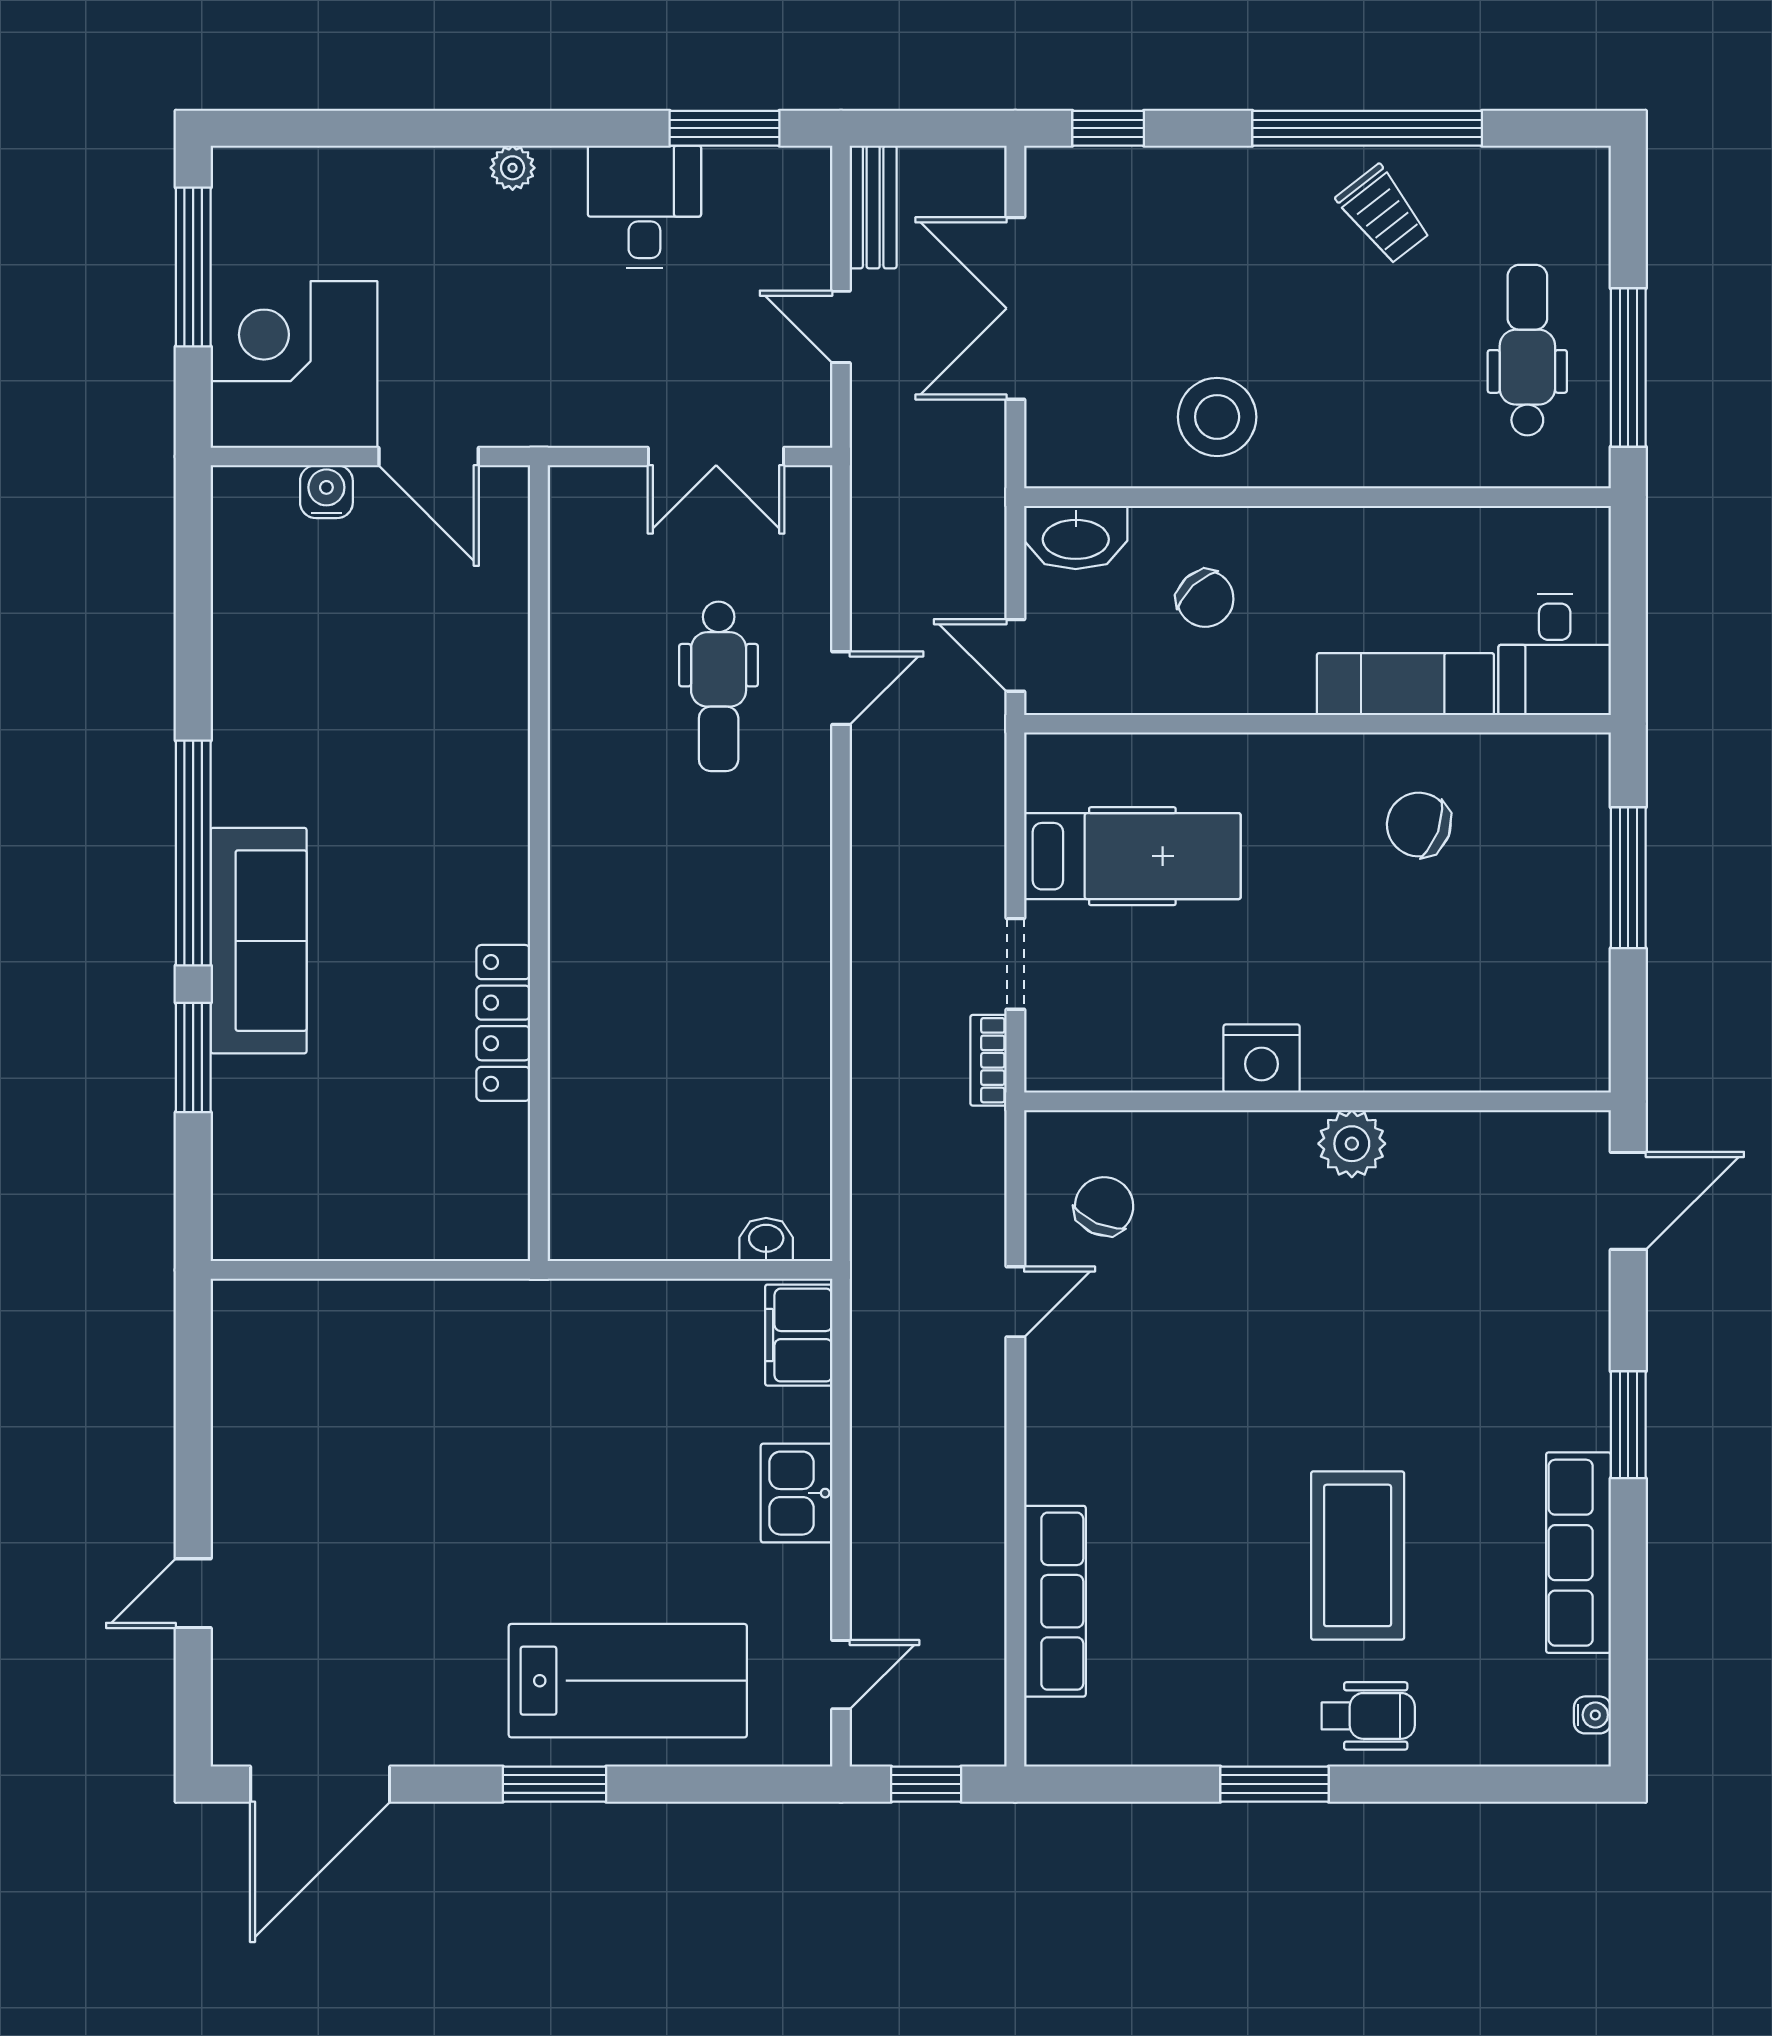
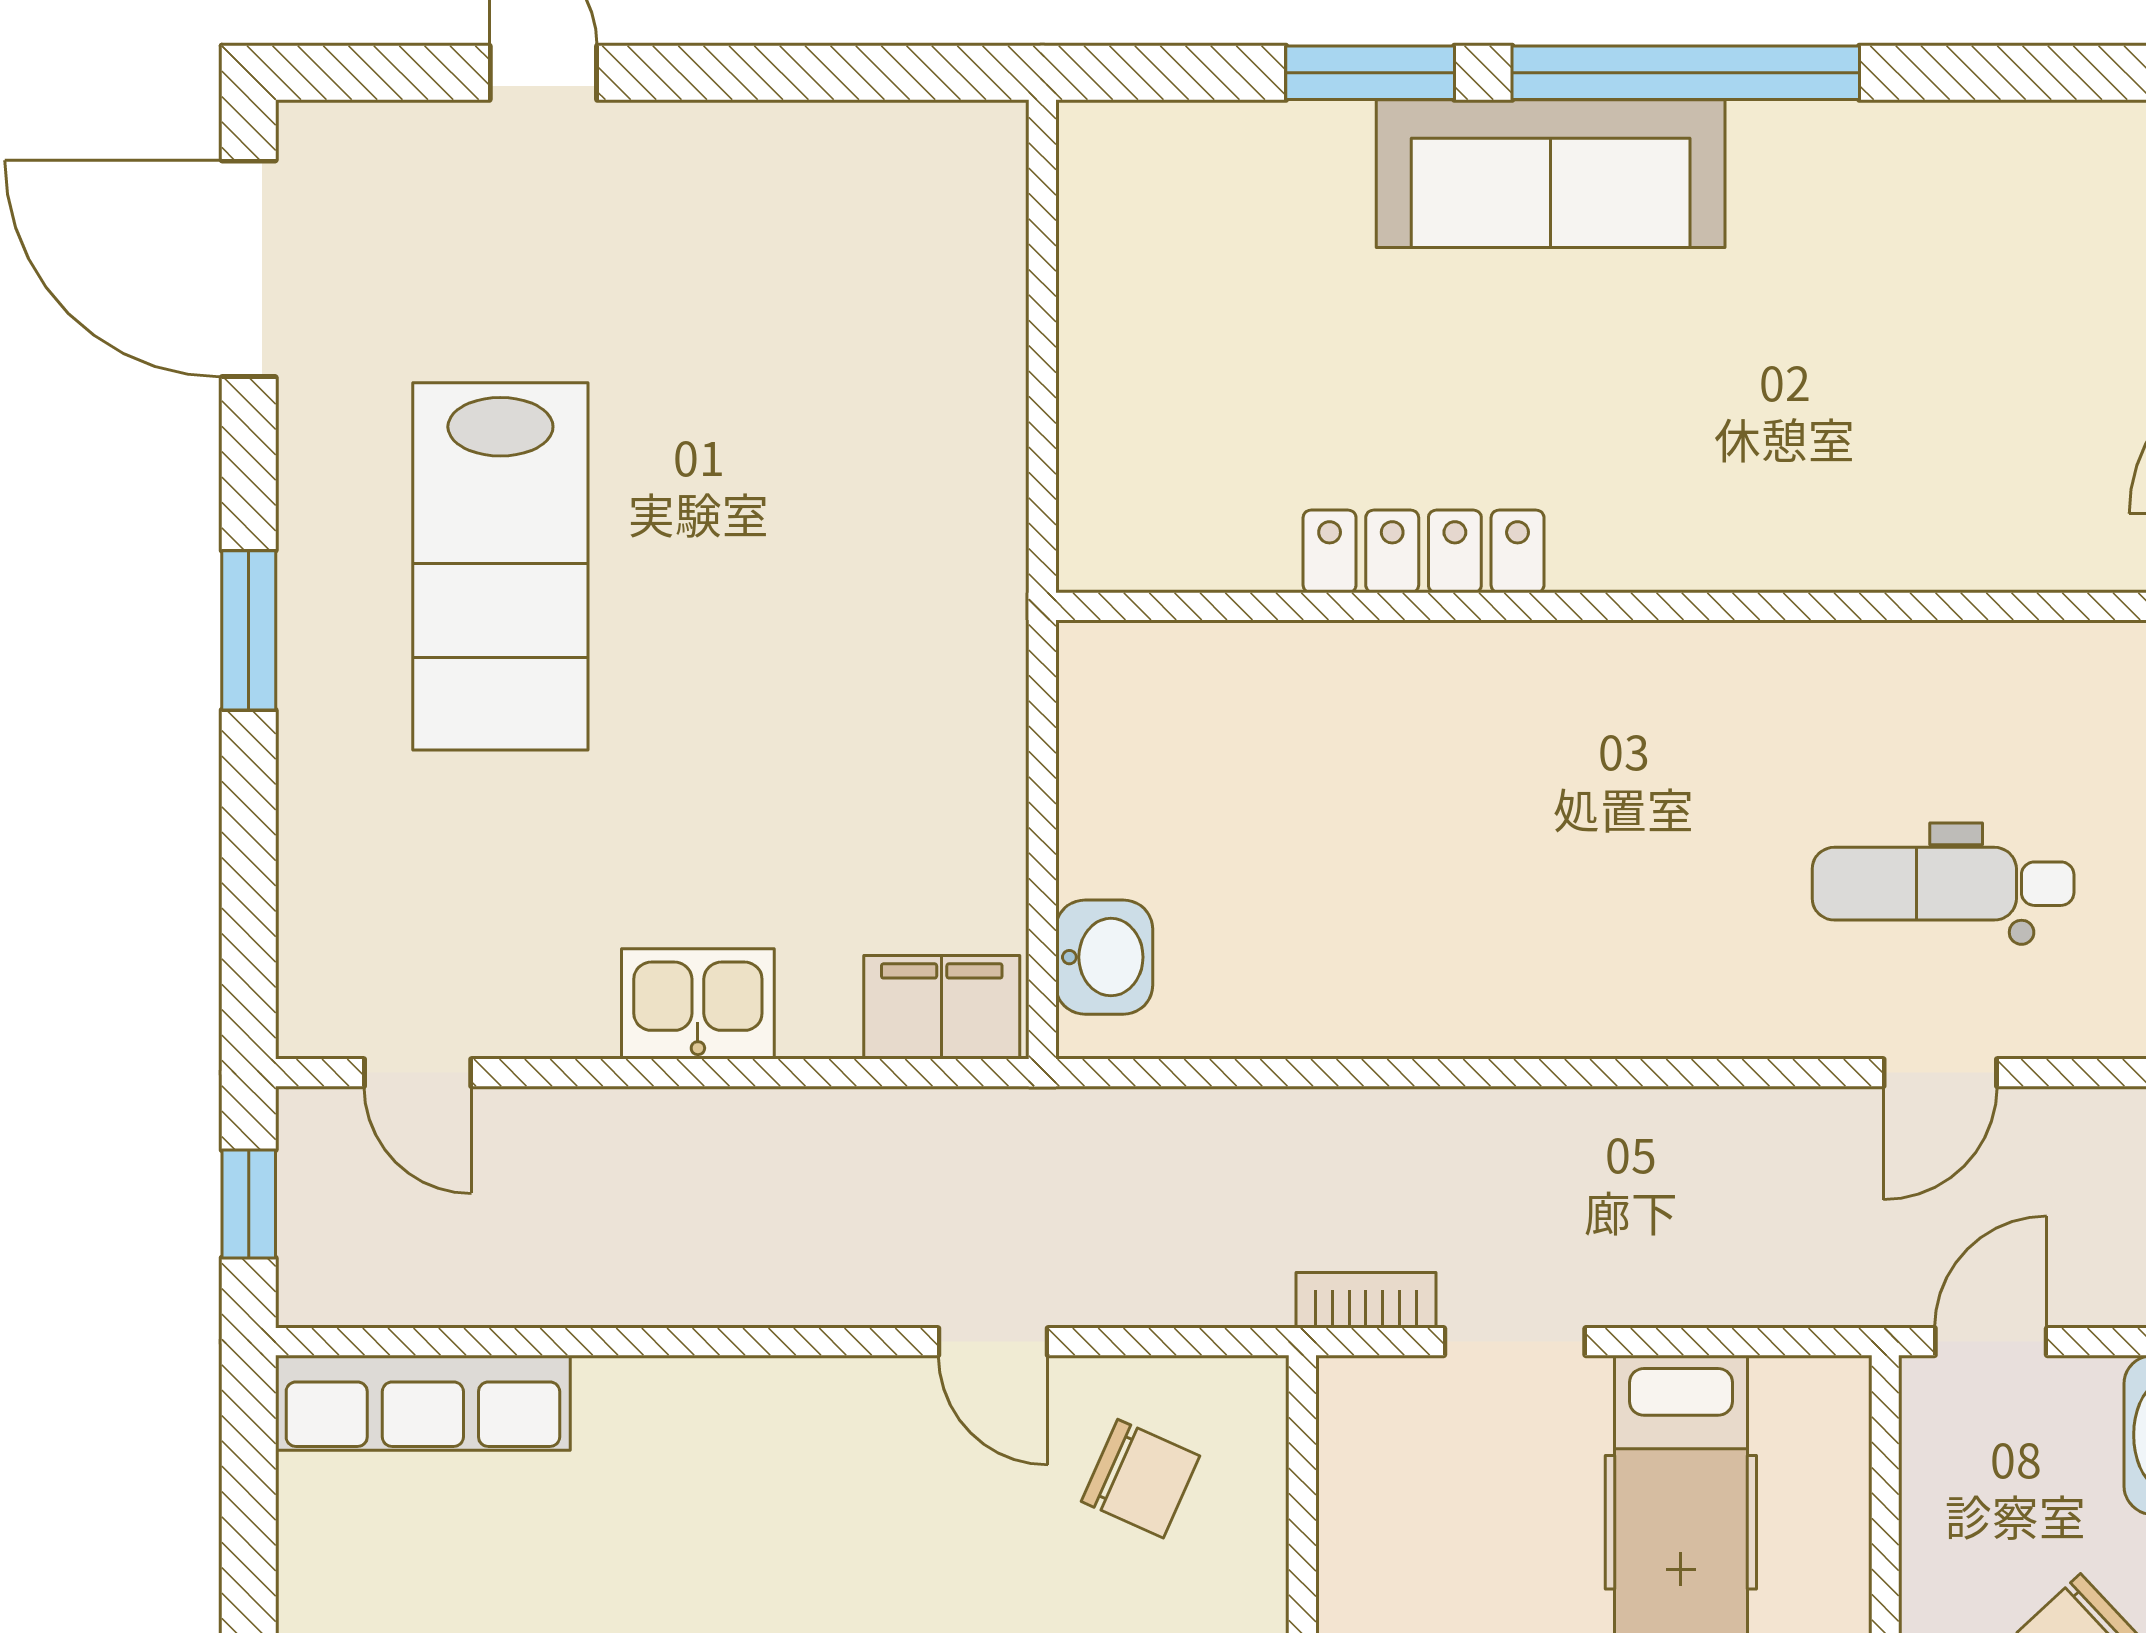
door: (841, 688) -> (1940, 1073), hinge flipped
washbasin: (766, 1240) -> (1104, 957), width x1.38, depth x1.45
row of seats: (1055, 1601) -> (423, 1403), moved
lab bench: (628, 1681) -> (500, 566), moved

